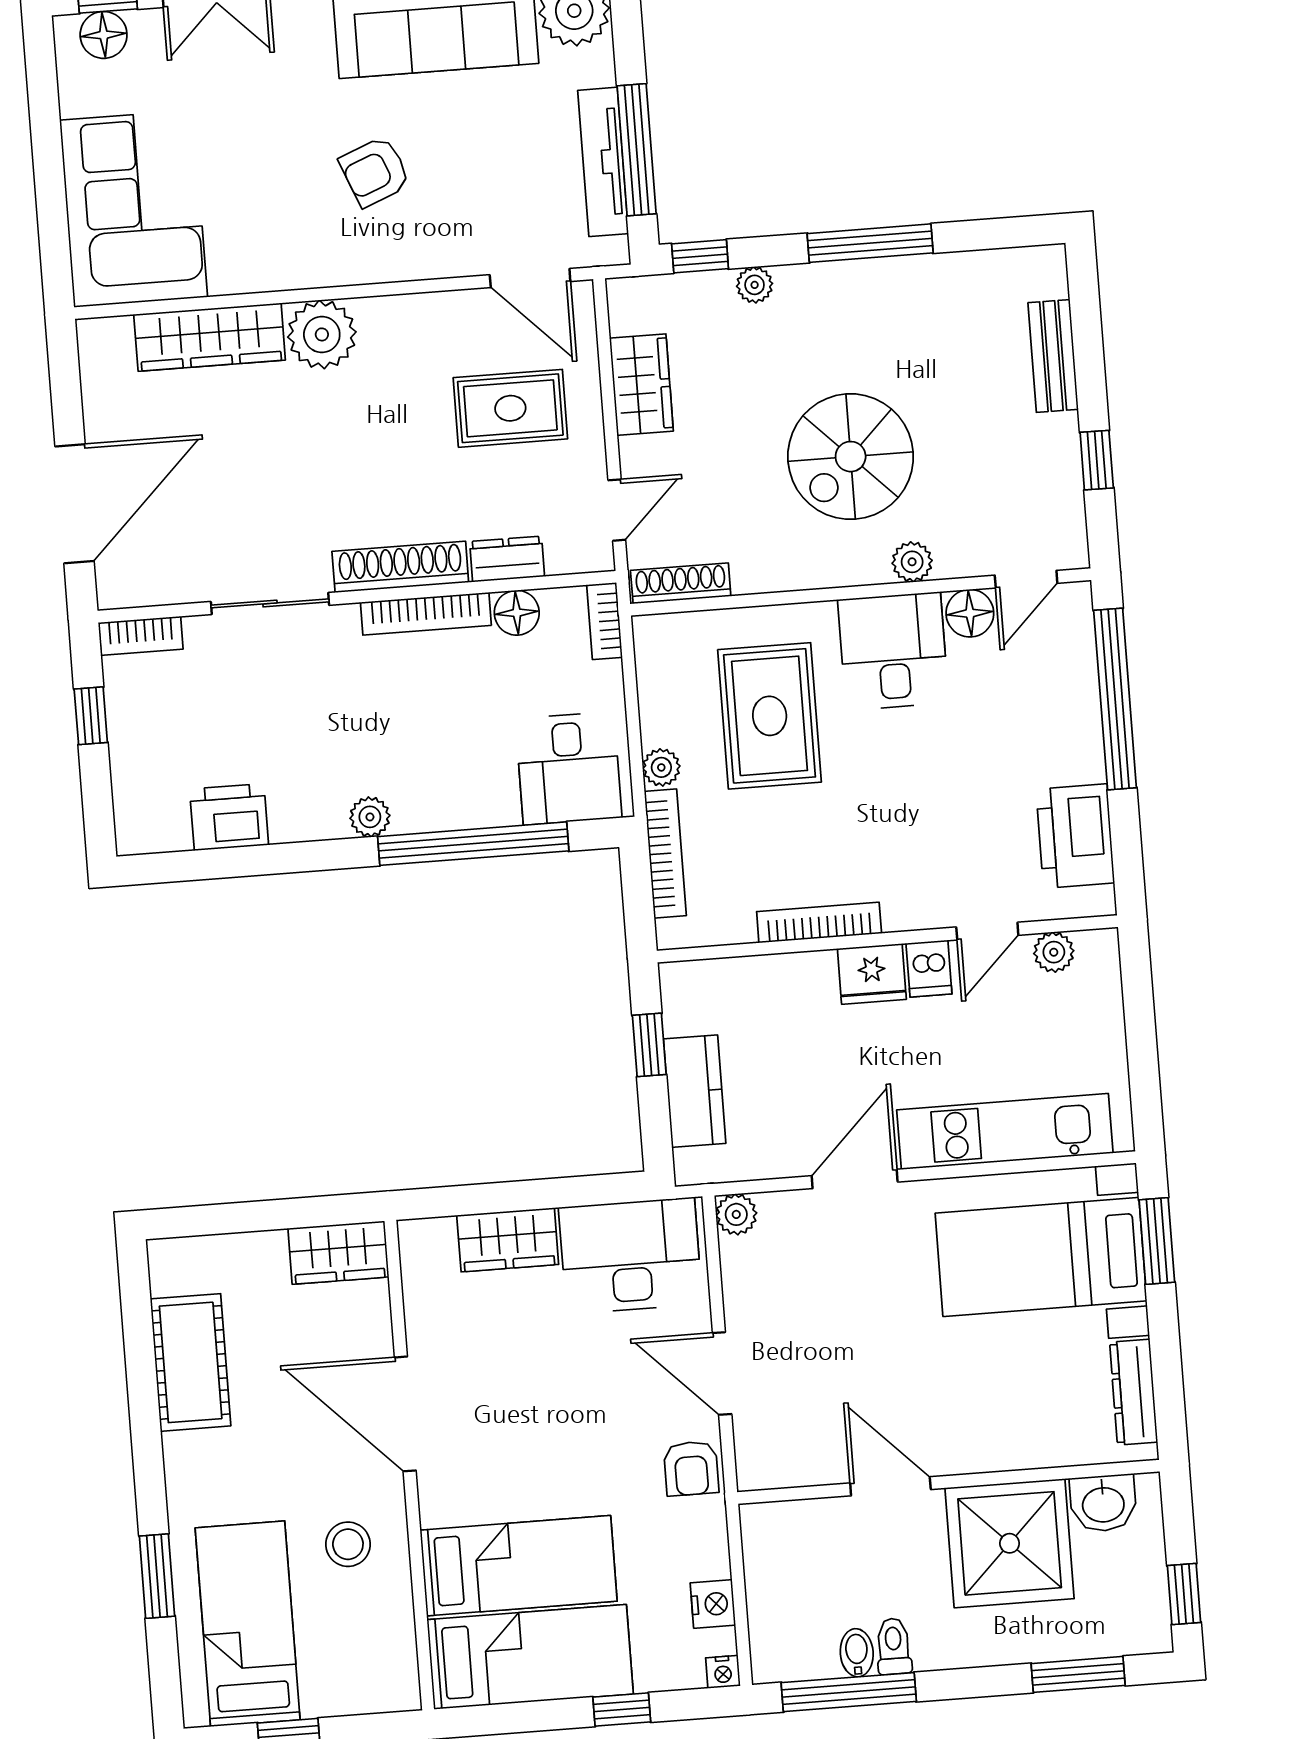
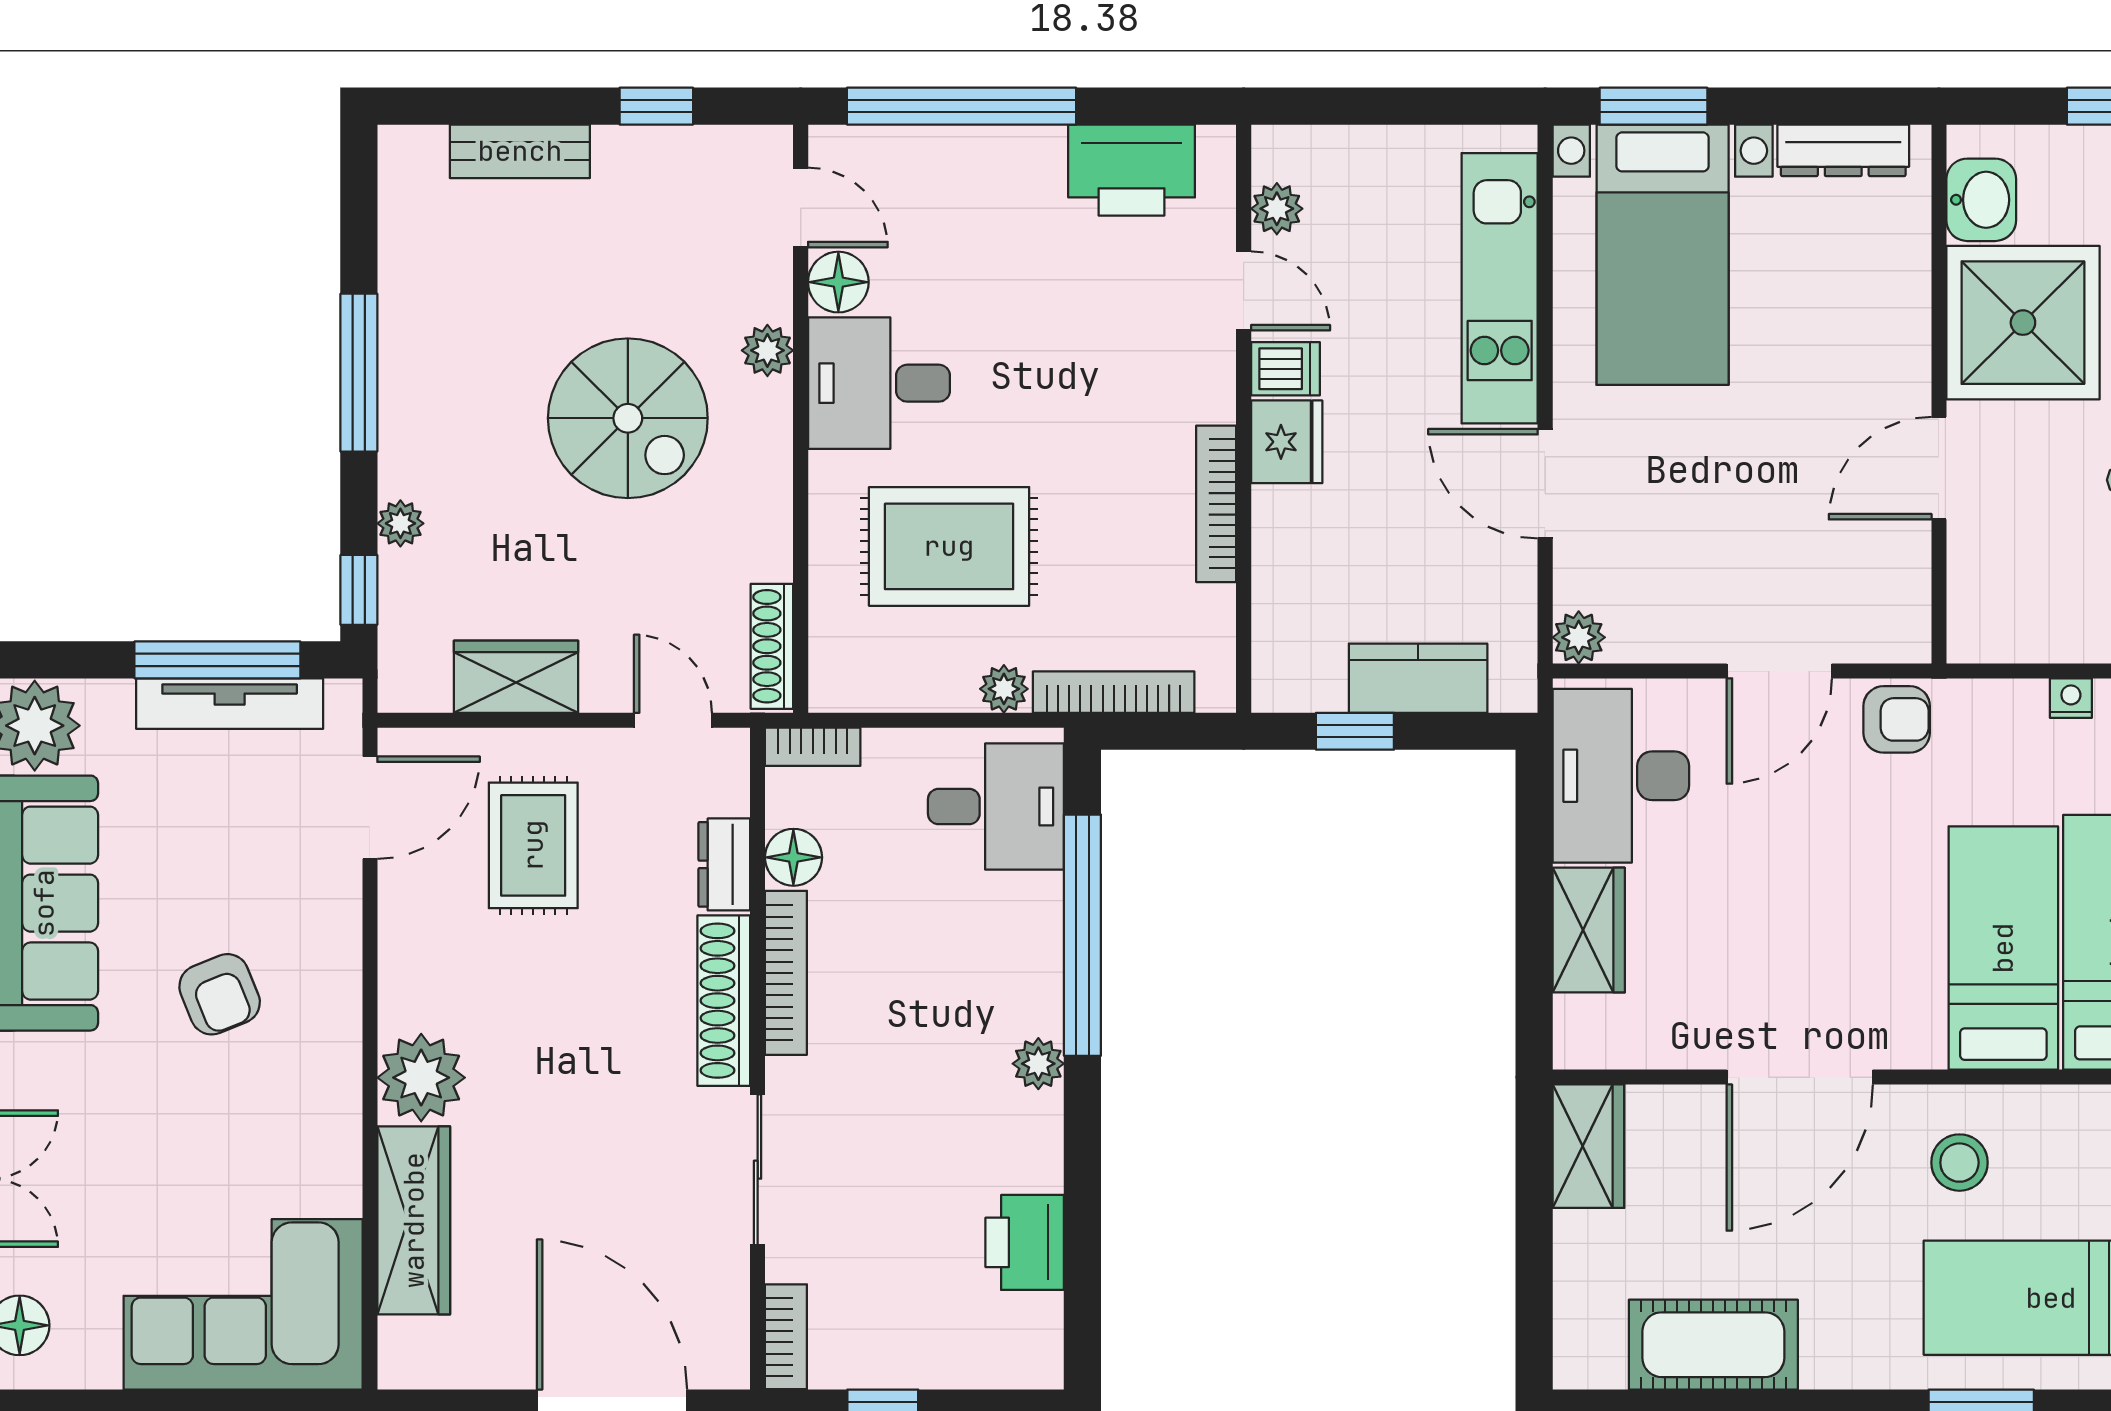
nightstand: (713, 1604) -> (2071, 698), width x0.72, depth x0.74

